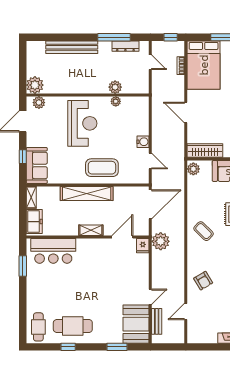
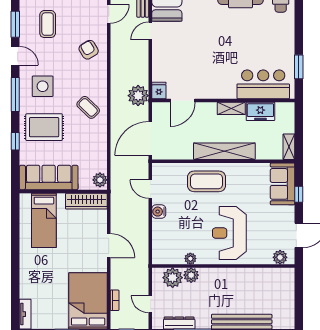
plant: (35, 85) -> (173, 278), moved
freezer: (34, 222) -> (260, 111), moved, turned -90
shelving: (91, 230) -> (231, 108), moved

